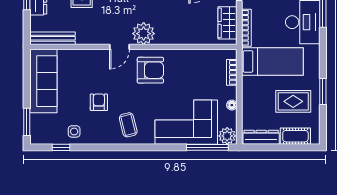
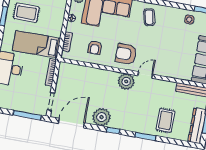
wardrobe: (227, 23) -> (64, 78), removed
armchair: (99, 102) -> (95, 48), moved

